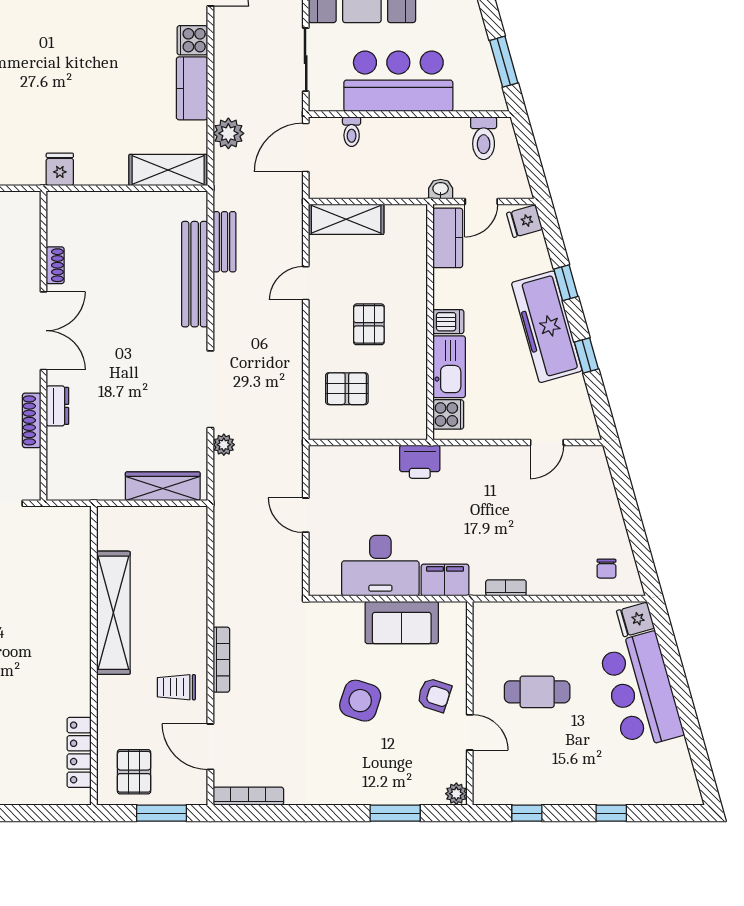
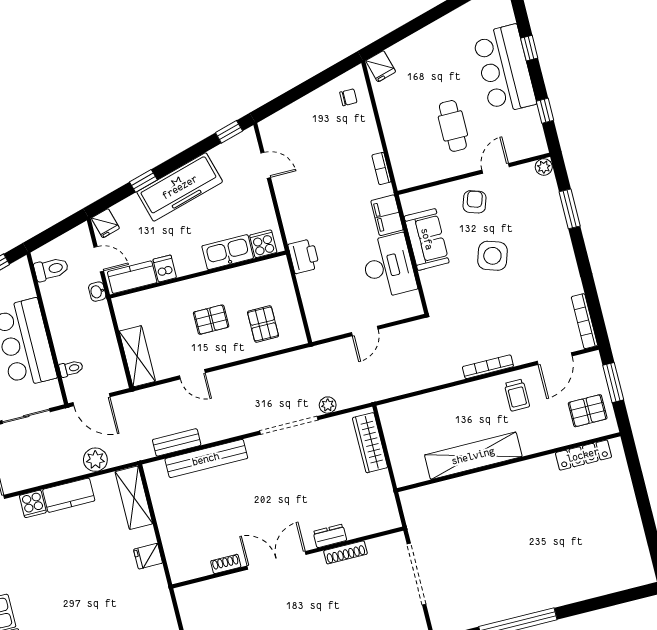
fridge: (60, 169) -> (148, 556), moved
dishwasher: (448, 322) -> (165, 269), moved
window: (586, 355) -> (229, 132), moved
bar counter: (641, 691) -> (504, 69), moved, turned 106

